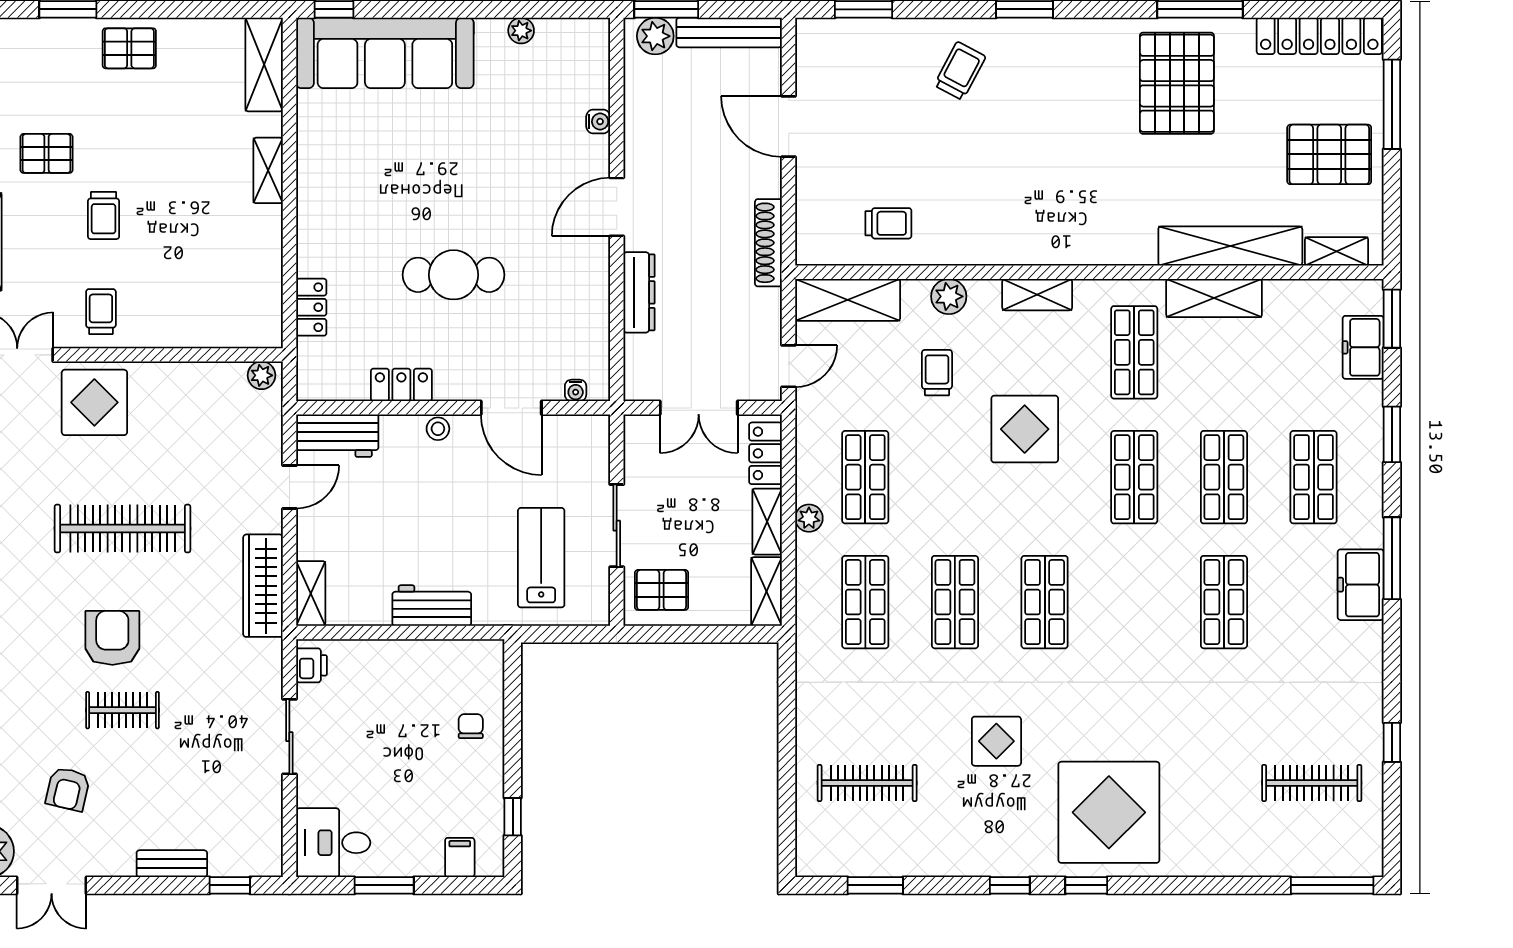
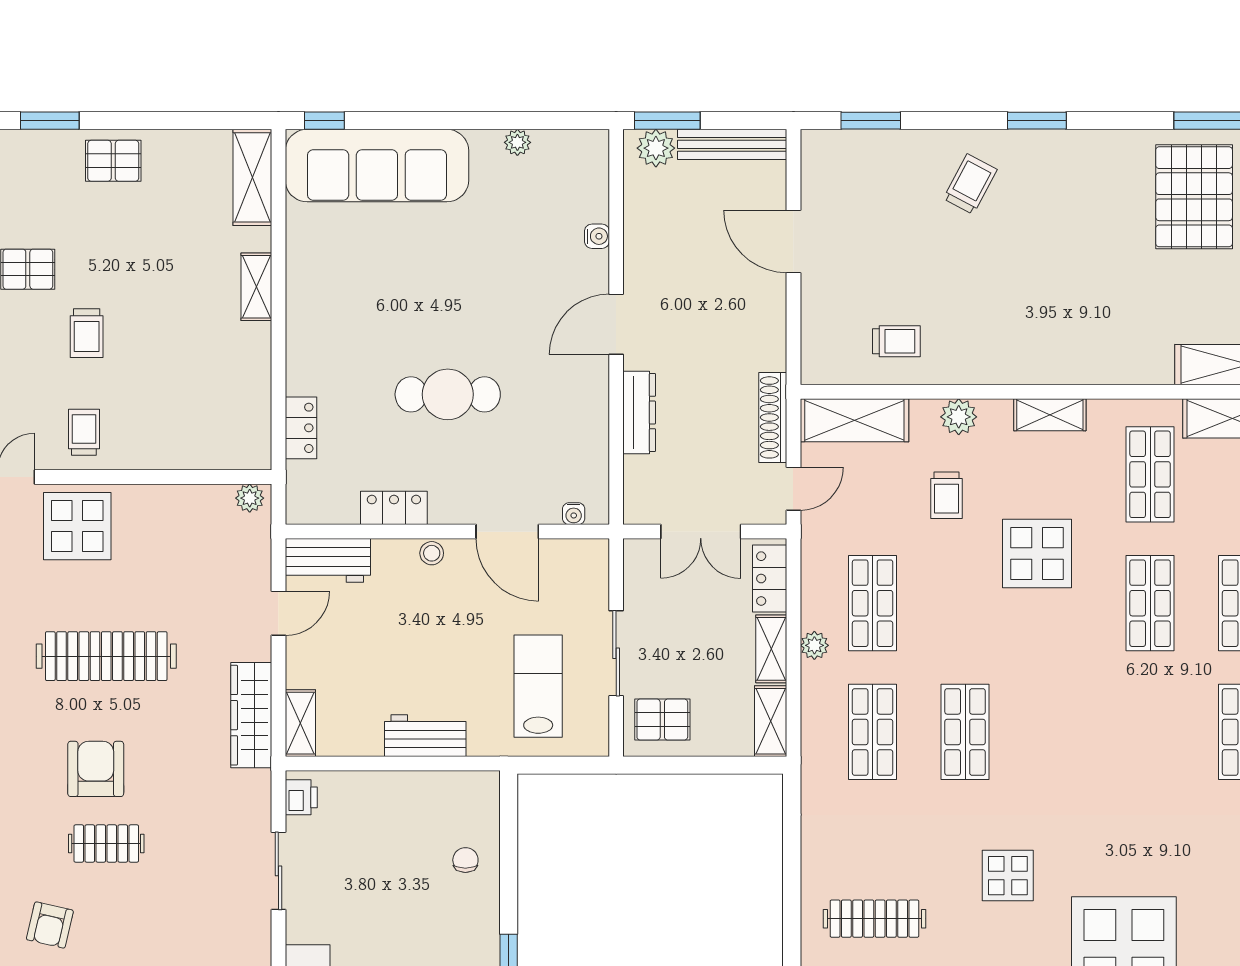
shoe rack: (768, 243) -> (773, 417), moved
trolley: (937, 373) -> (947, 495), turned 180
shop shelf: (1045, 602) -> (1058, 732), removed

